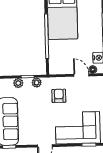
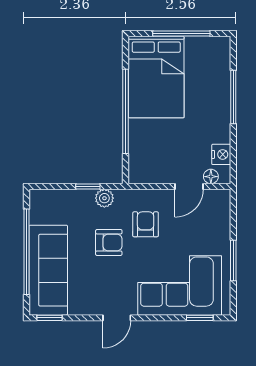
door: (81, 75) -> (189, 186), swing flipped
plant: (18, 83) -> (70, 198), removed
armchair: (40, 106) -> (109, 242), added

